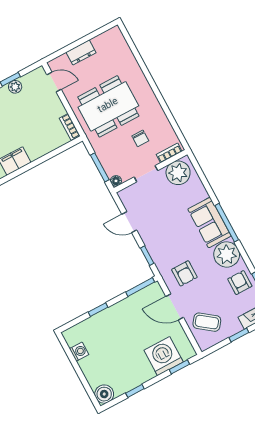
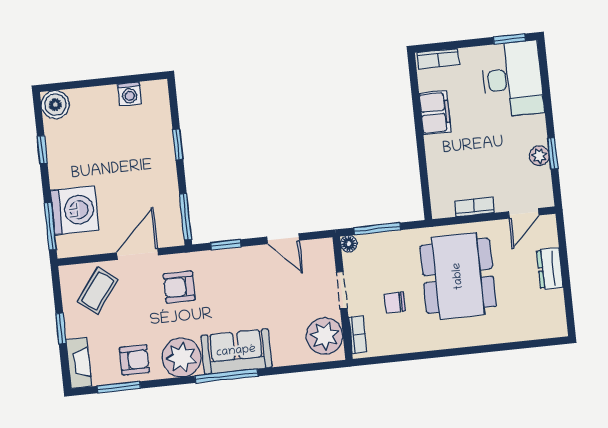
bookcase: (70, 127) -> (474, 207), moved
door: (129, 222) -> (283, 239), swing flipped
window: (179, 367) -> (50, 226), width x1.50

